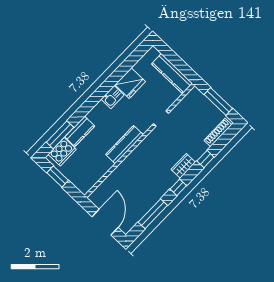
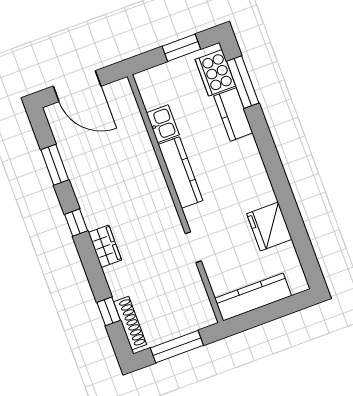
kitchen sink: (112, 97) -> (163, 124), moved, turned 180
window: (205, 159) -> (109, 311), moved
window: (153, 214) -> (55, 165), width x0.69

